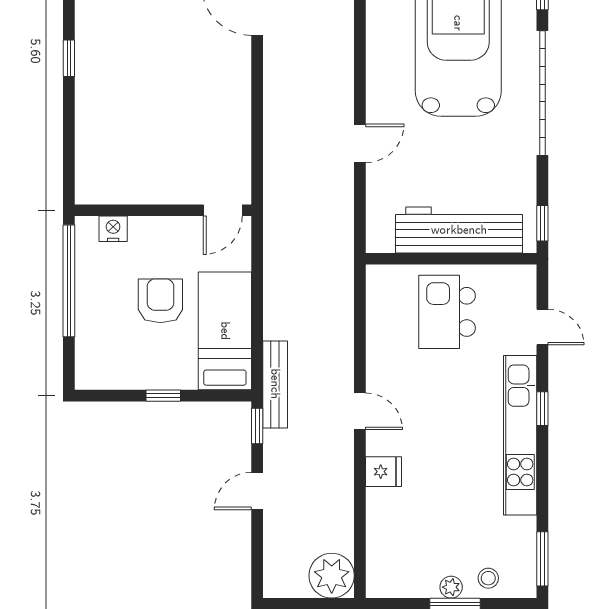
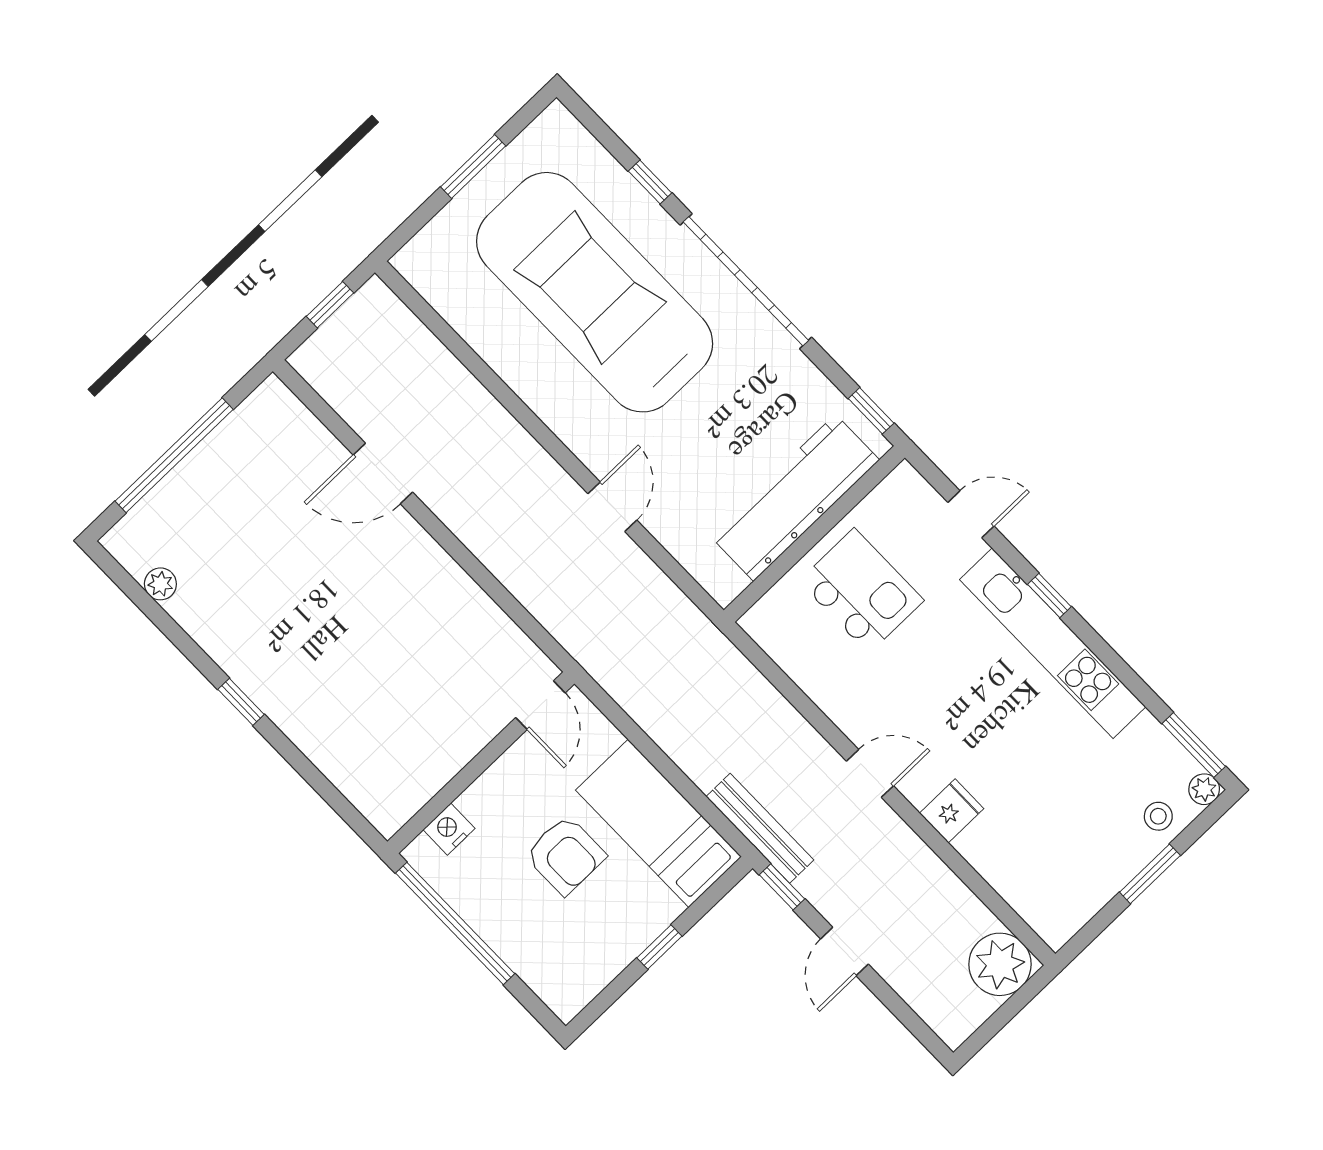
armchair: (160, 301) -> (565, 855), turned 180
kitchen island: (447, 312) -> (861, 591), turned 180
plant: (451, 587) -> (1204, 789), moved

